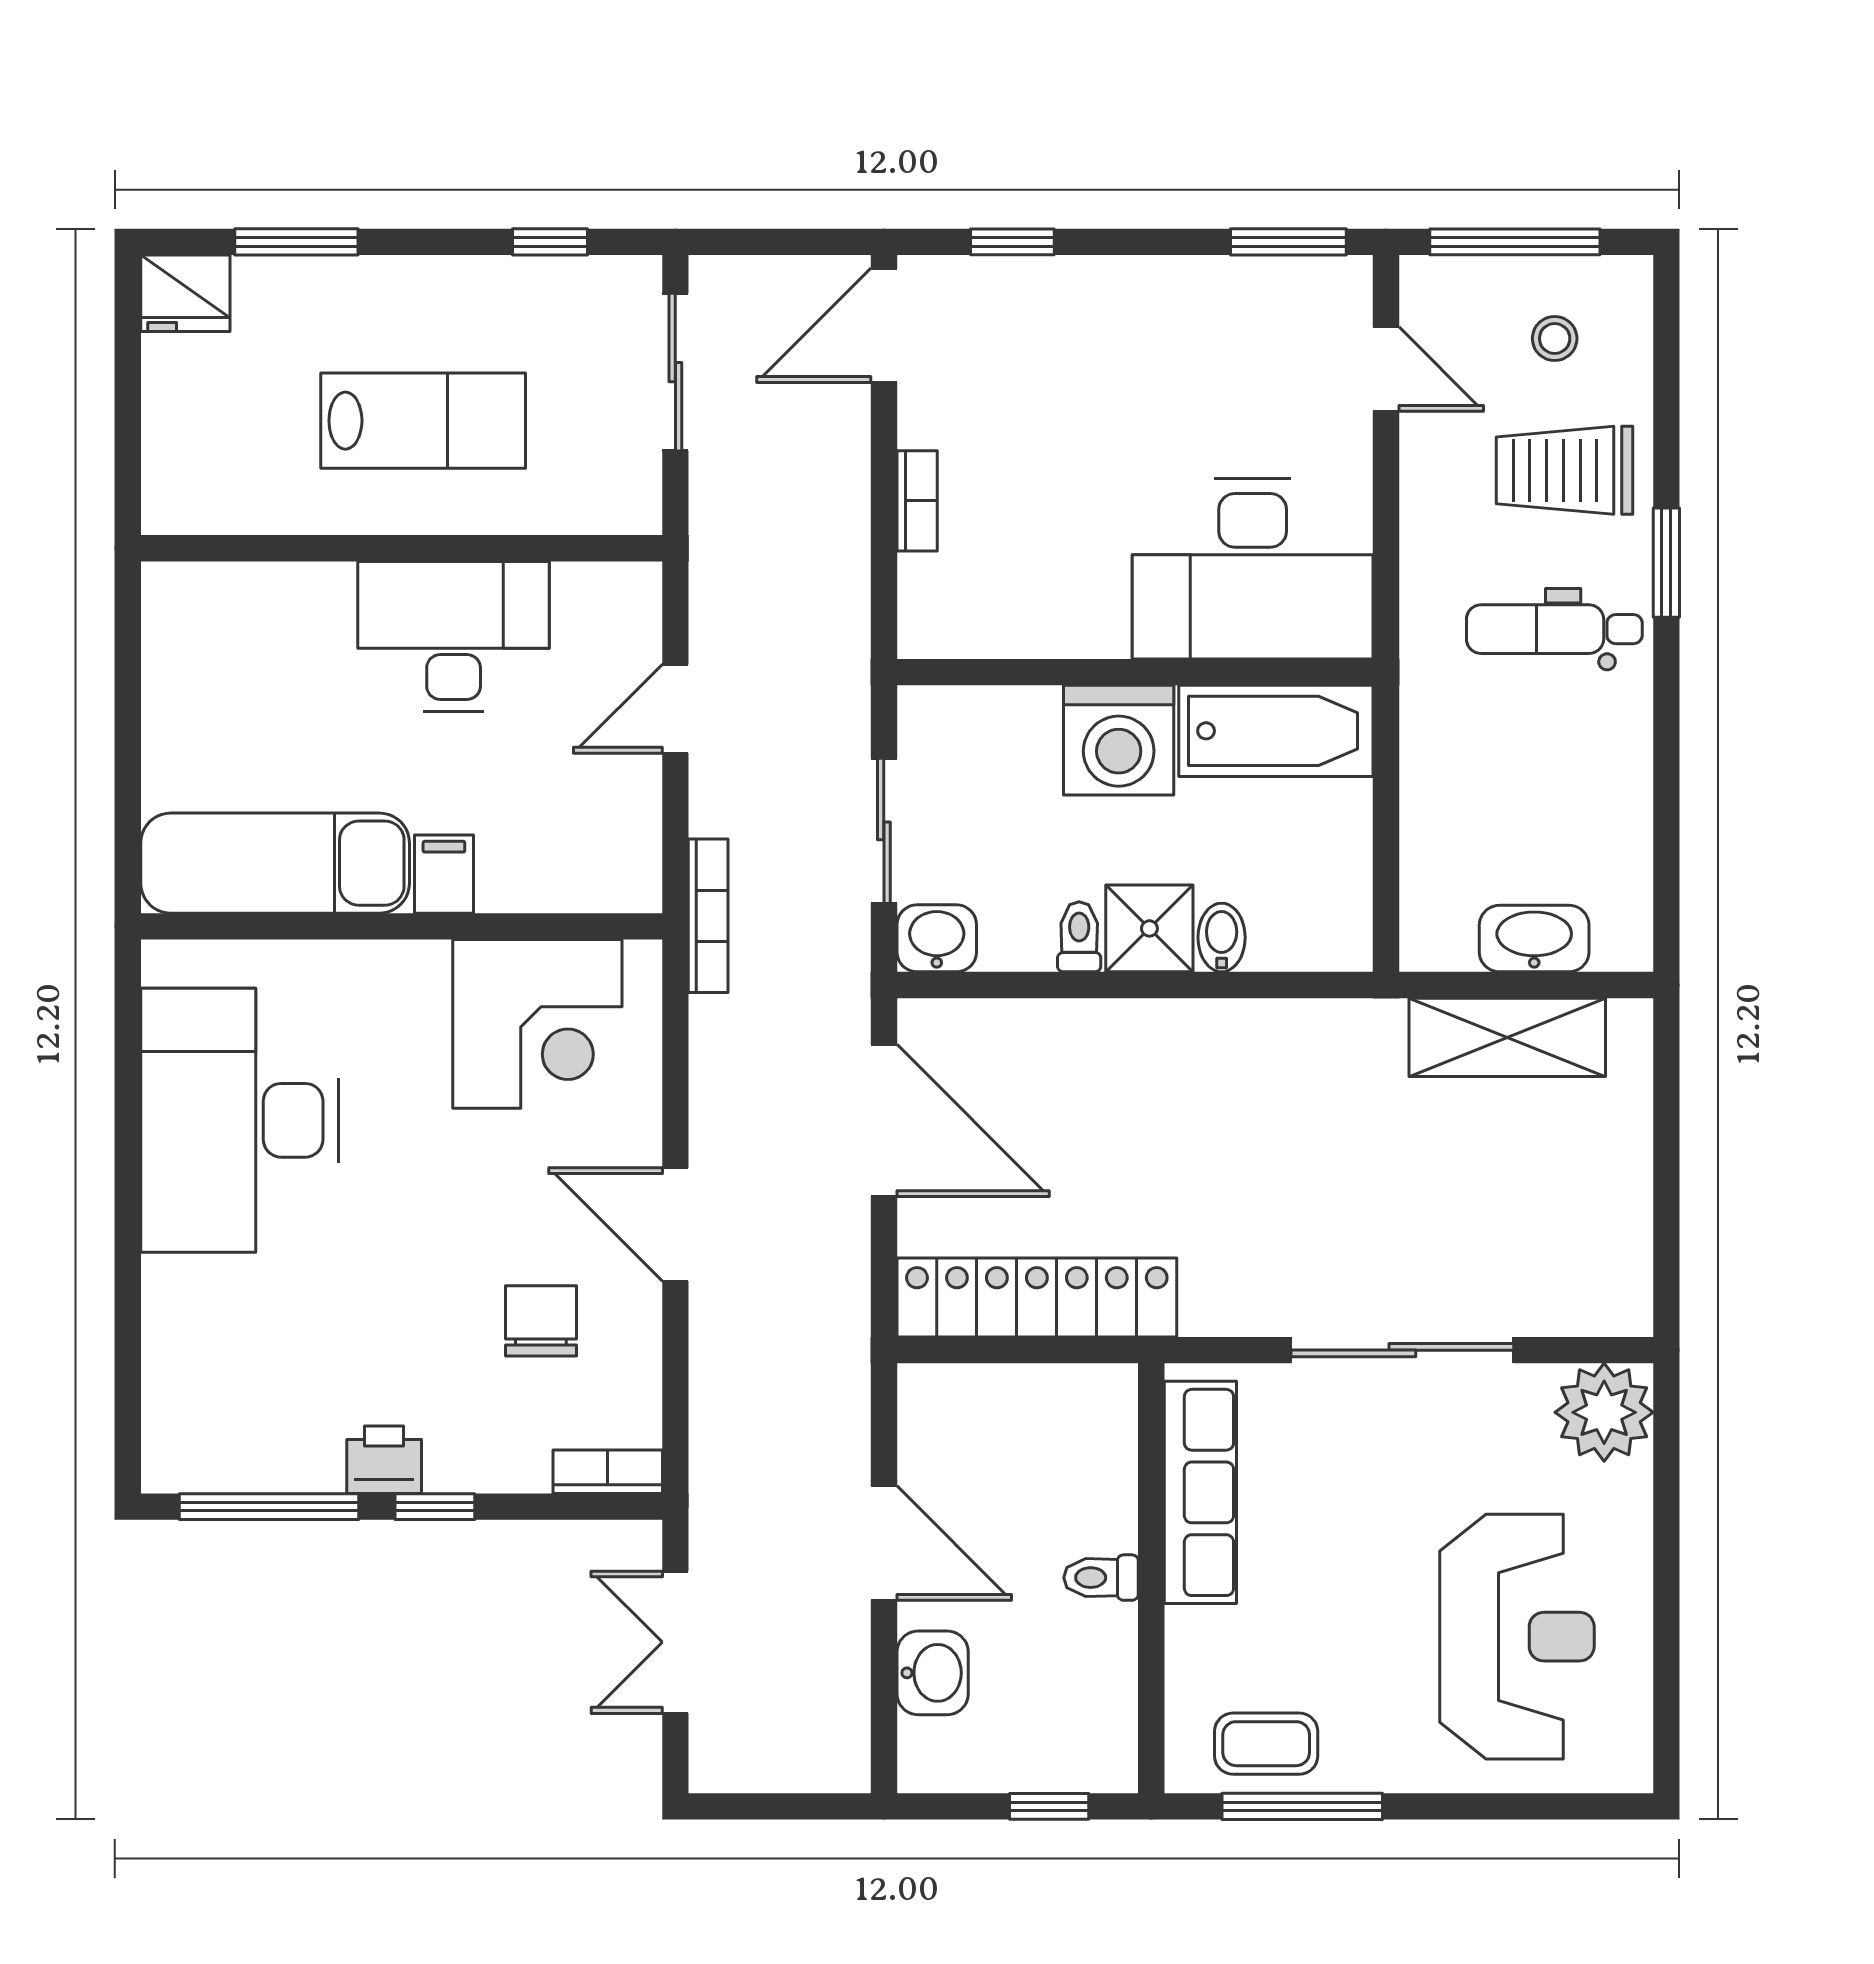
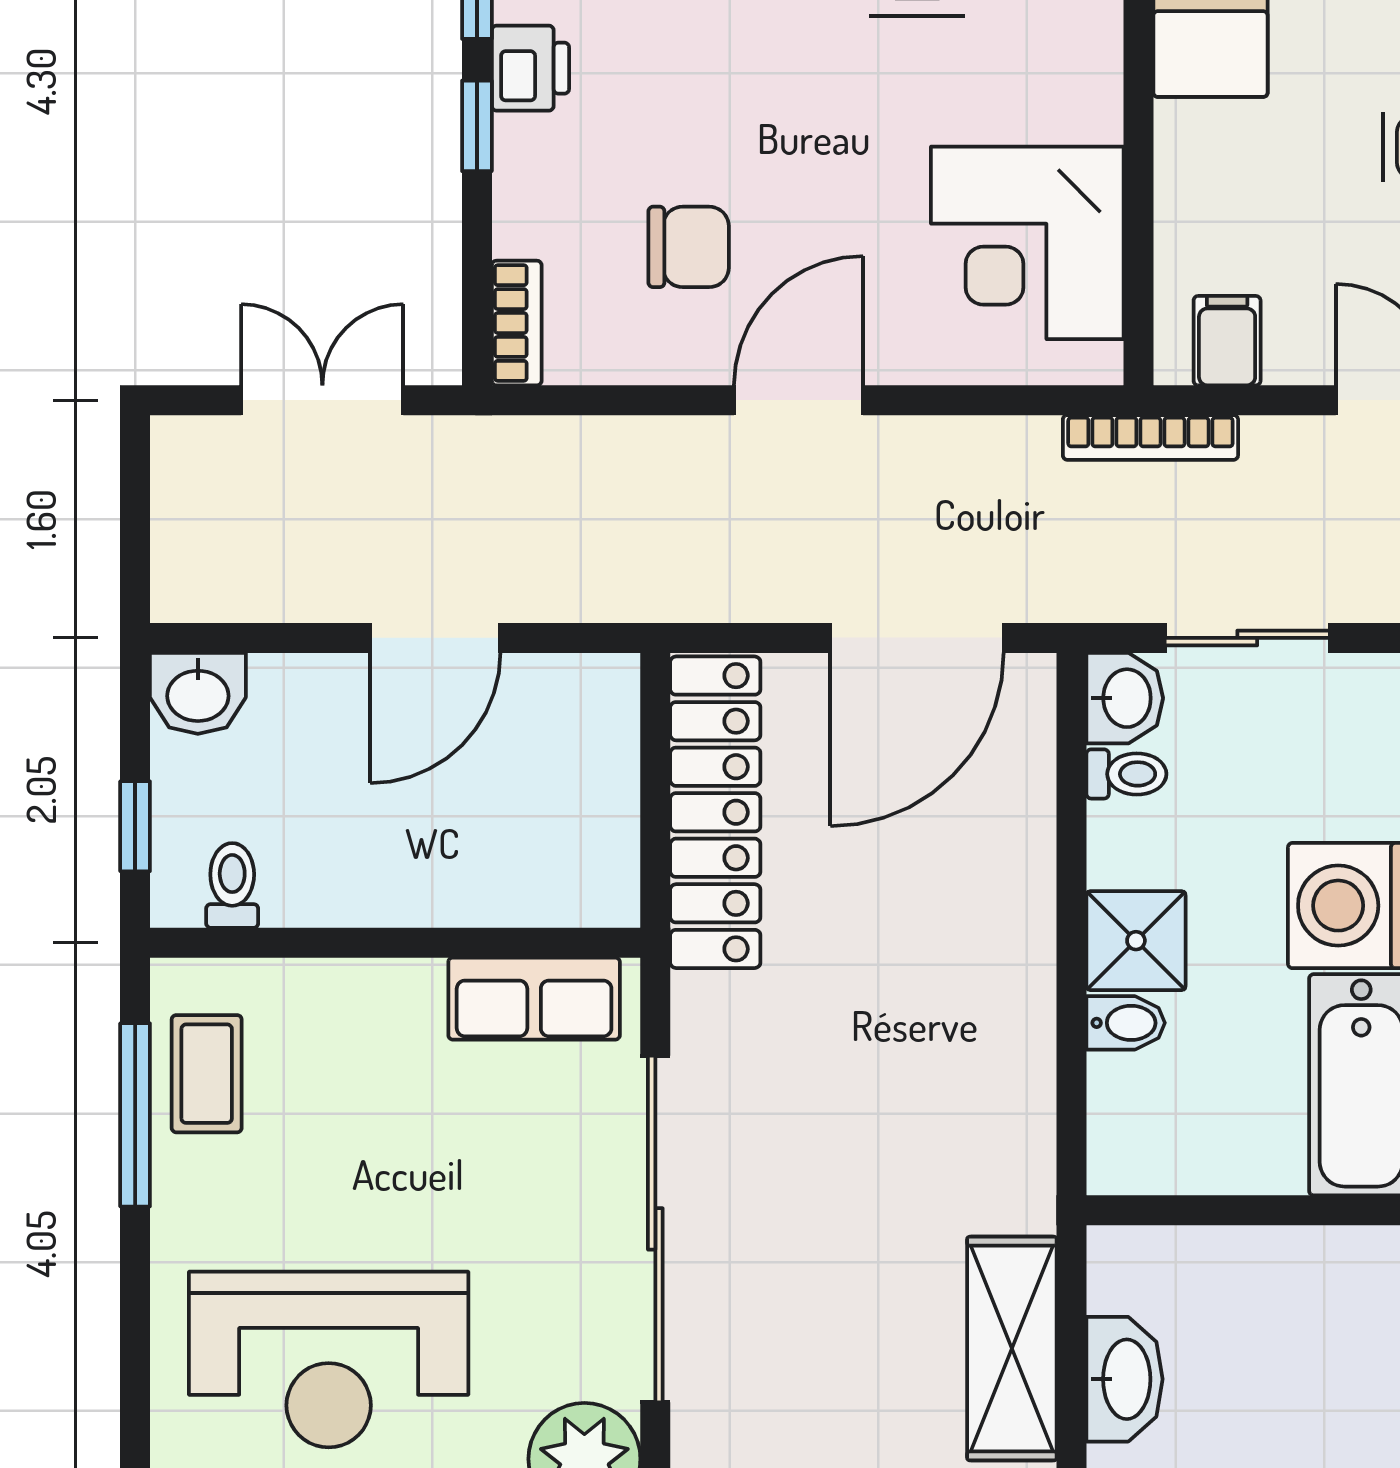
filing cabinet: (444, 874) -> (1227, 341), moved, turned -90
toilet: (1079, 937) -> (1126, 774), moved
sliding door: (1402, 1350) -> (655, 1229), width x1.36
row of seats: (1200, 1492) -> (534, 999), width x0.68
toilet: (1101, 1578) -> (232, 885), moved
washbasin: (933, 1673) -> (198, 693), moved

